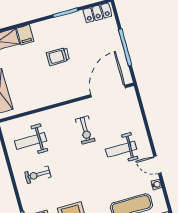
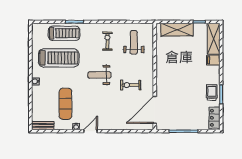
trolley: (58, 56) -> (212, 92), moved
door: (108, 91) -> (155, 110), swing flipped
weight bench: (121, 149) -> (99, 75), moved, turned -90

